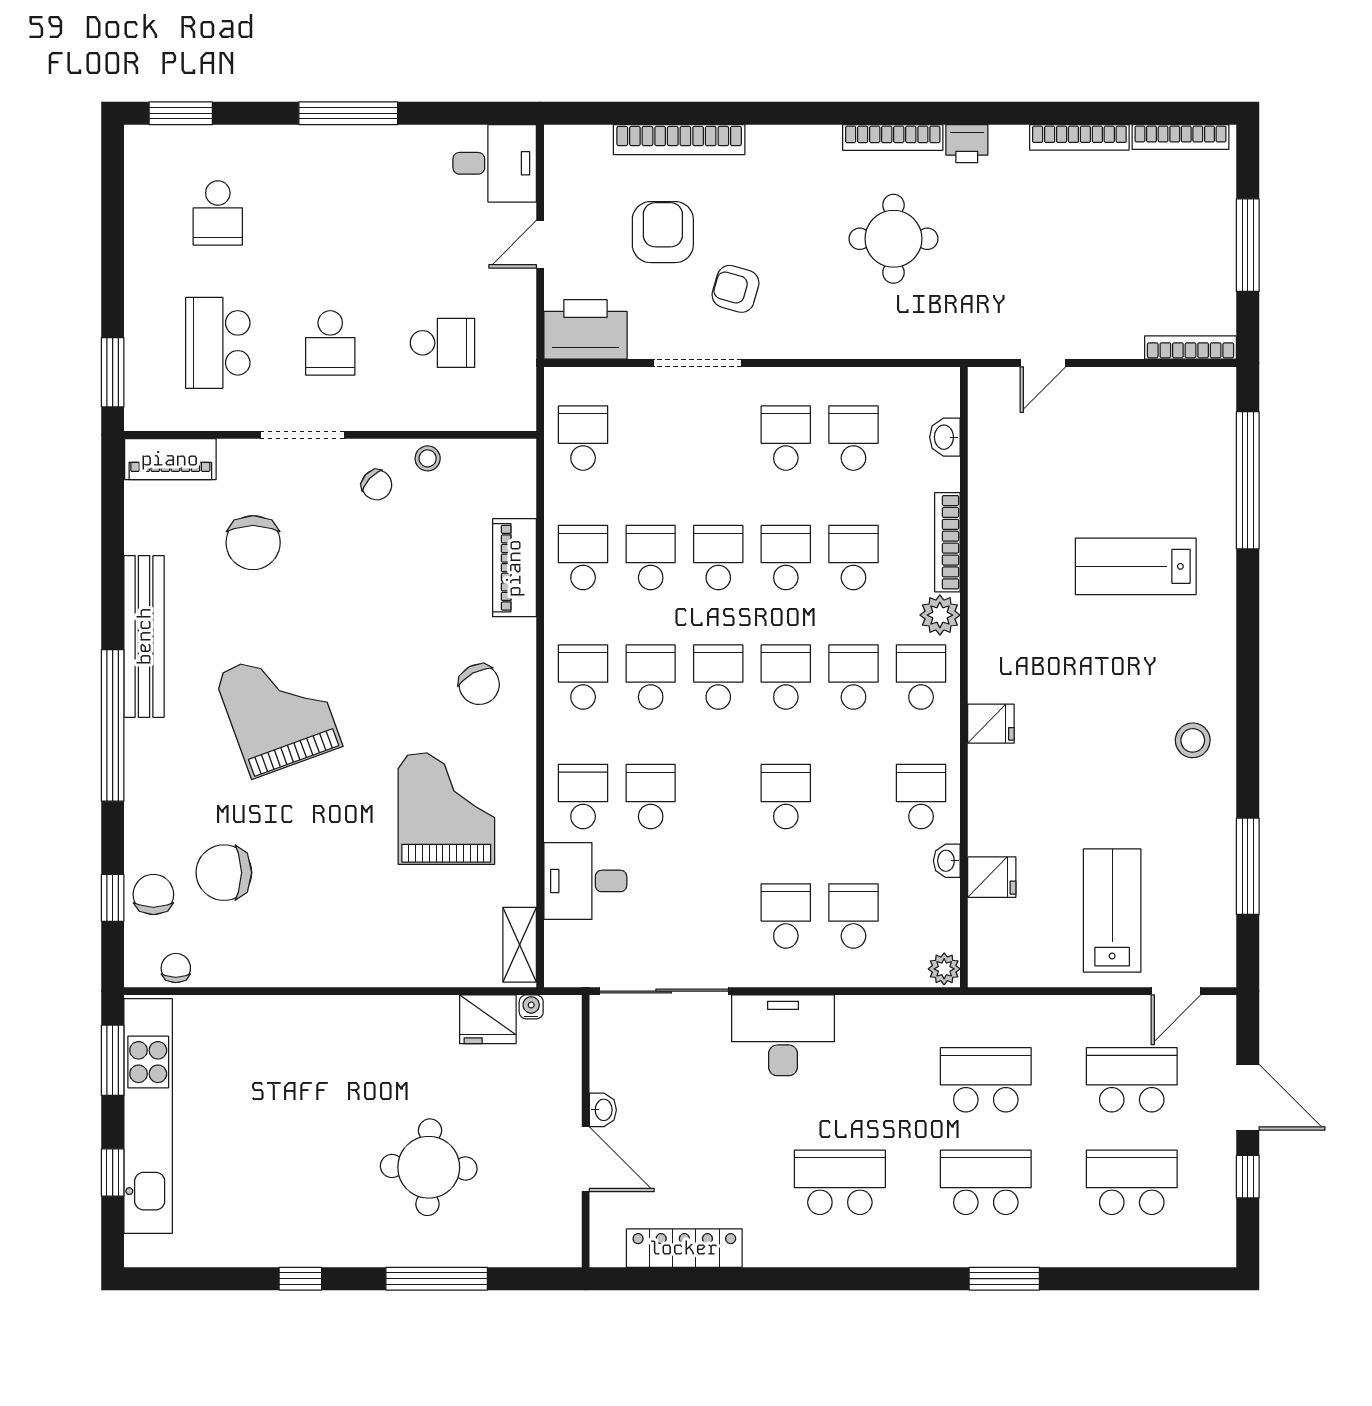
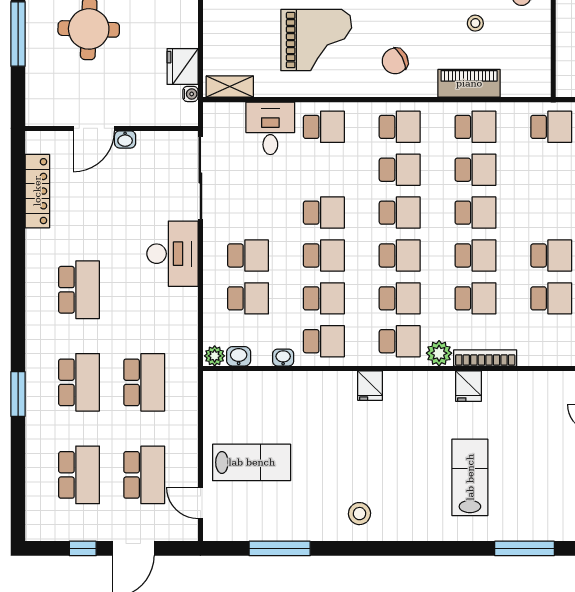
washbasin: (945, 437) -> (239, 356), moved
stool: (428, 458) -> (475, 23), moved
window: (1248, 480) -> (525, 548), width x0.68
school desk: (651, 797) -> (324, 213), moved
school desk: (853, 797) -> (324, 298), added
fridge: (992, 877) -> (468, 386), moved

